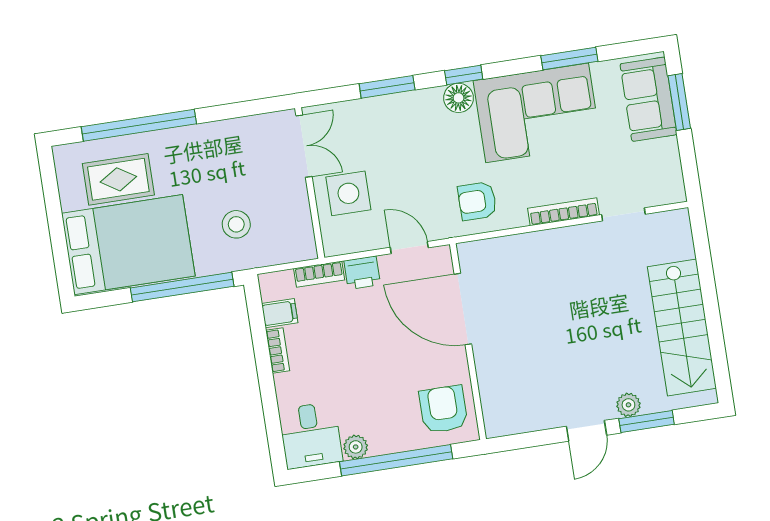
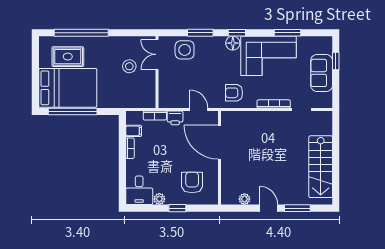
sofa: (648, 99) -> (322, 73), moved
window: (679, 102) -> (336, 61), width x0.67
double door: (304, 146) -> (157, 54), swing flipped
side table: (348, 193) -> (185, 50), moved
stool: (236, 224) -> (129, 66), moved
window: (182, 287) -> (73, 112), moved
plant: (628, 405) -> (244, 199), moved
armchair: (443, 409) -> (192, 183), moved
door: (586, 431) -> (269, 208), swing flipped
window: (396, 460) -> (177, 208), width x0.32

